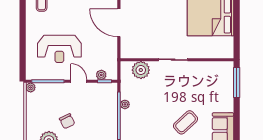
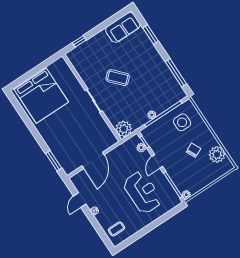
plant: (141, 70) -> (124, 129), moved
window: (237, 82) -> (79, 41), width x0.46
coffee table: (186, 122) -> (118, 78), moved
side table: (100, 128) -> (182, 122), added

